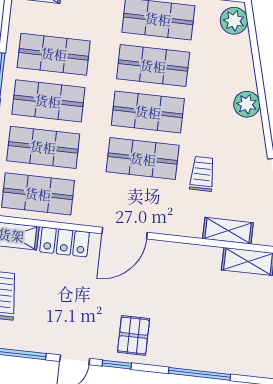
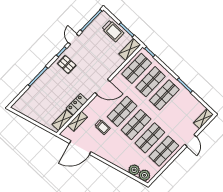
shop shelf: (54, 54) -> (178, 108), removed
plant: (247, 104) -> (134, 170), moved
door: (125, 233) -> (102, 87), swing flipped
locker: (64, 242) -> (77, 104), moved

